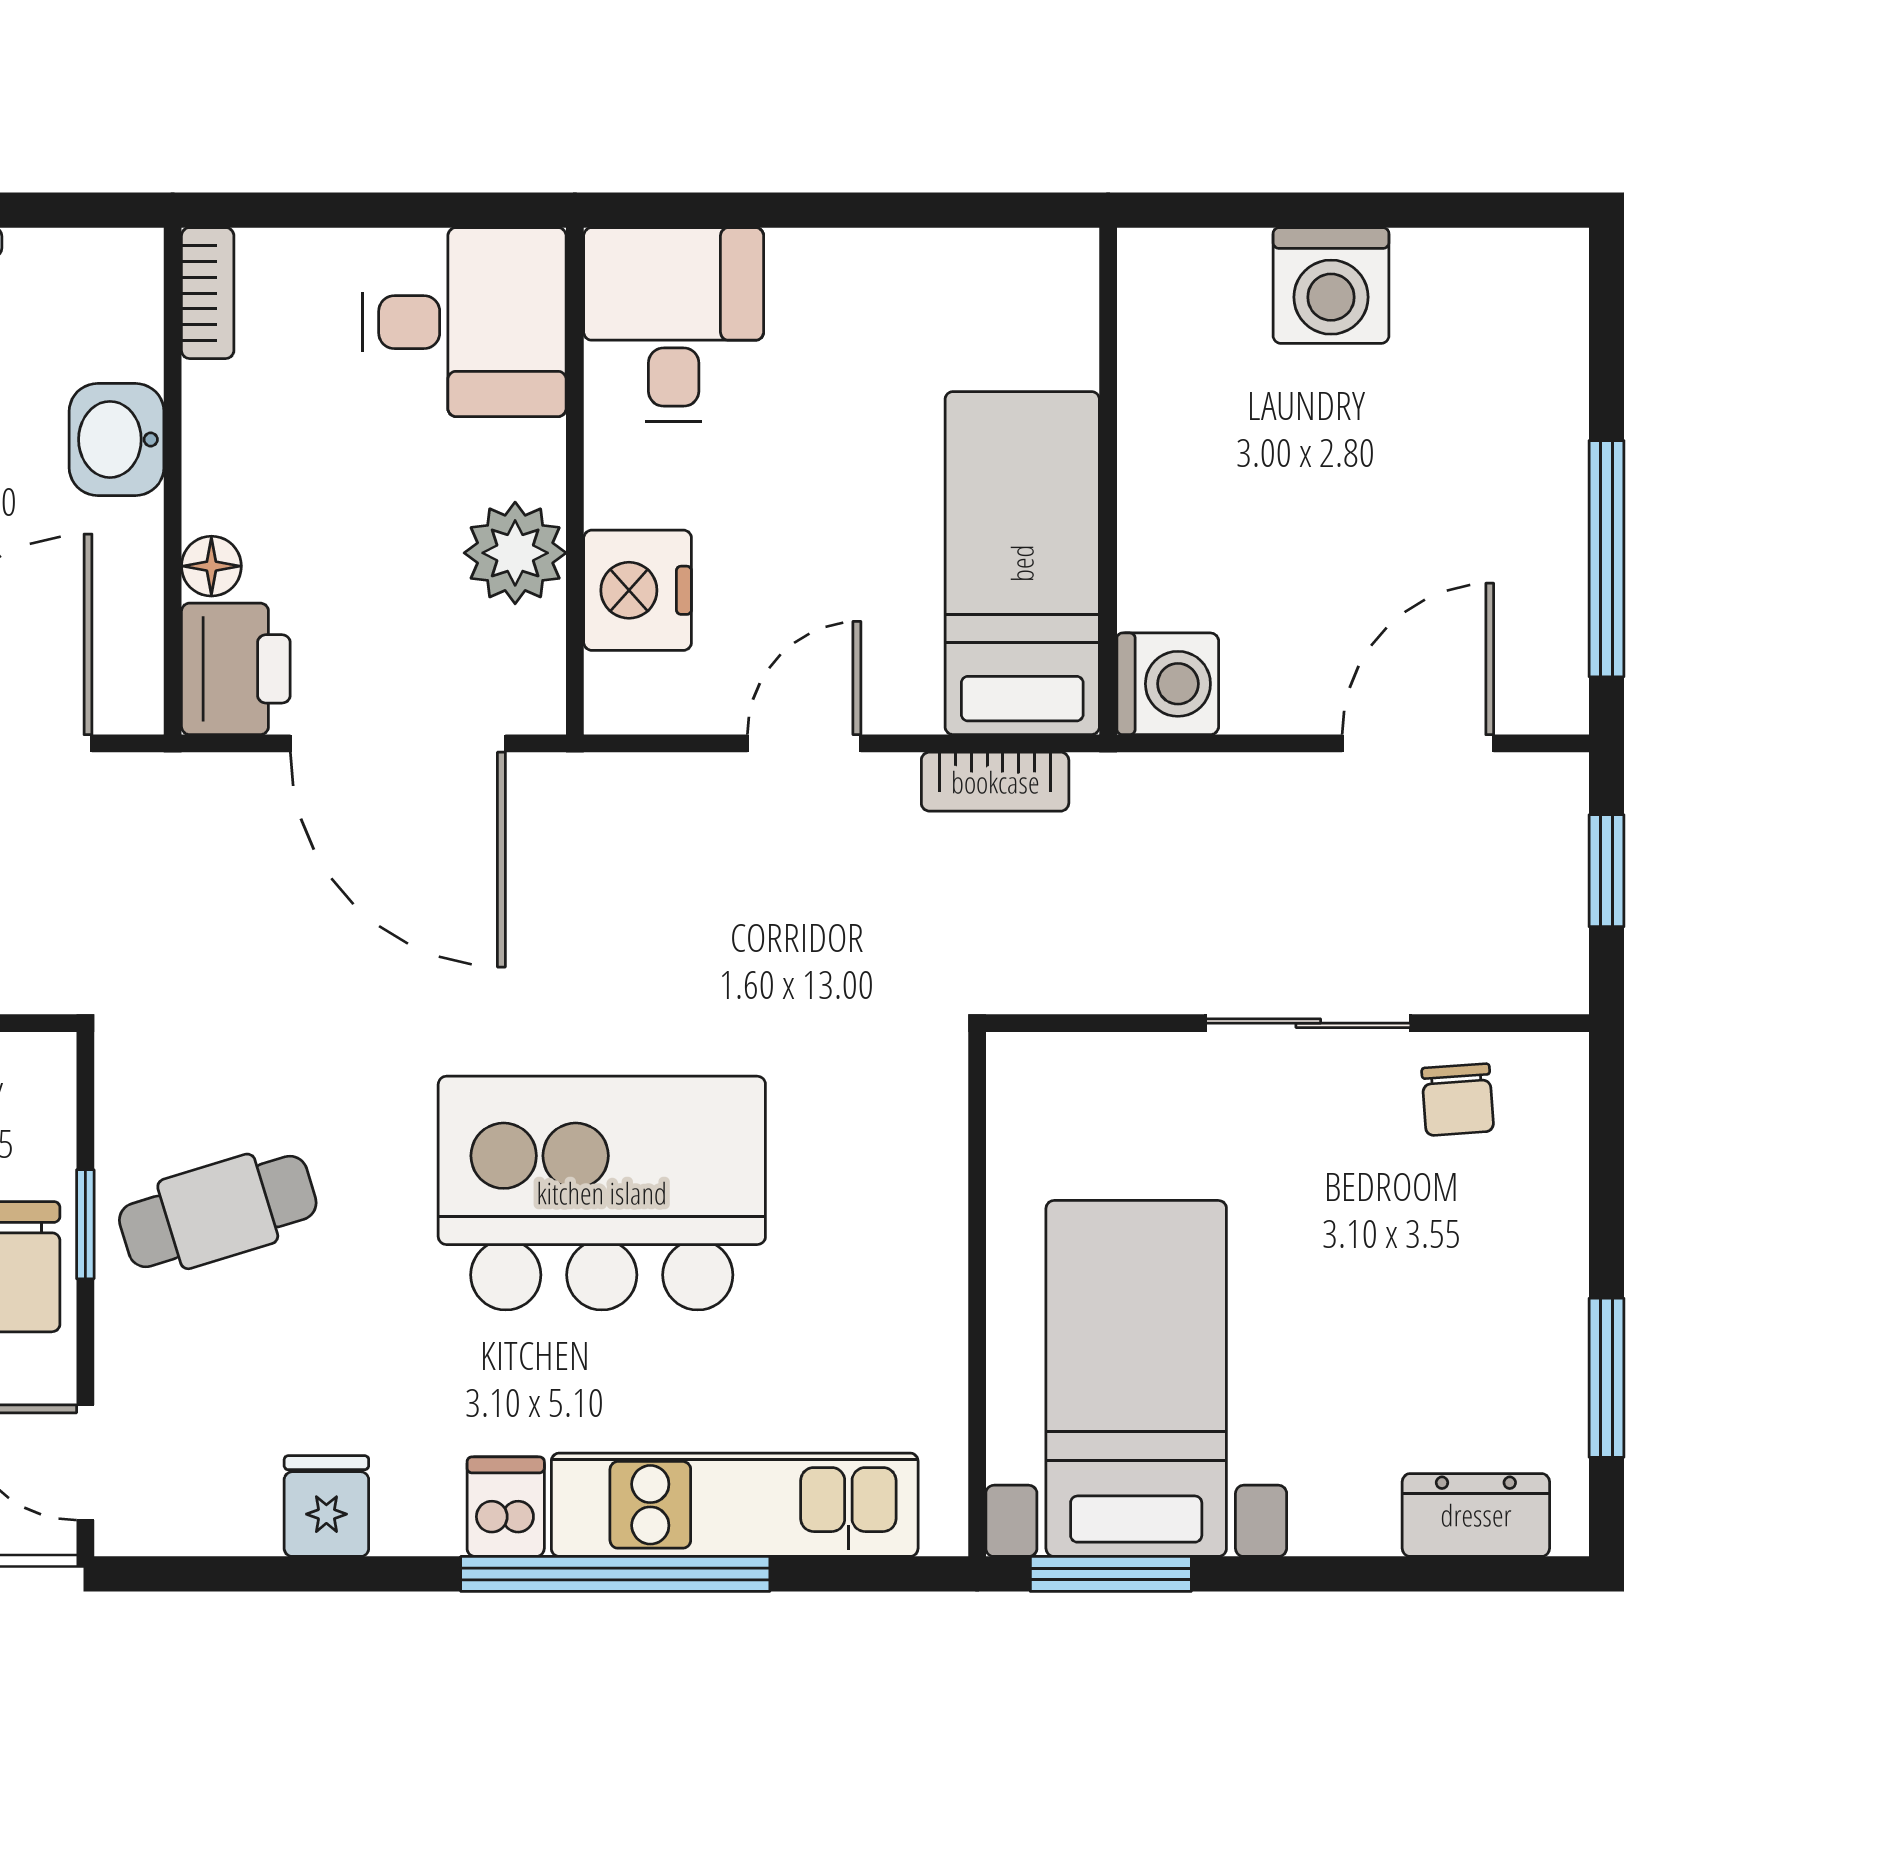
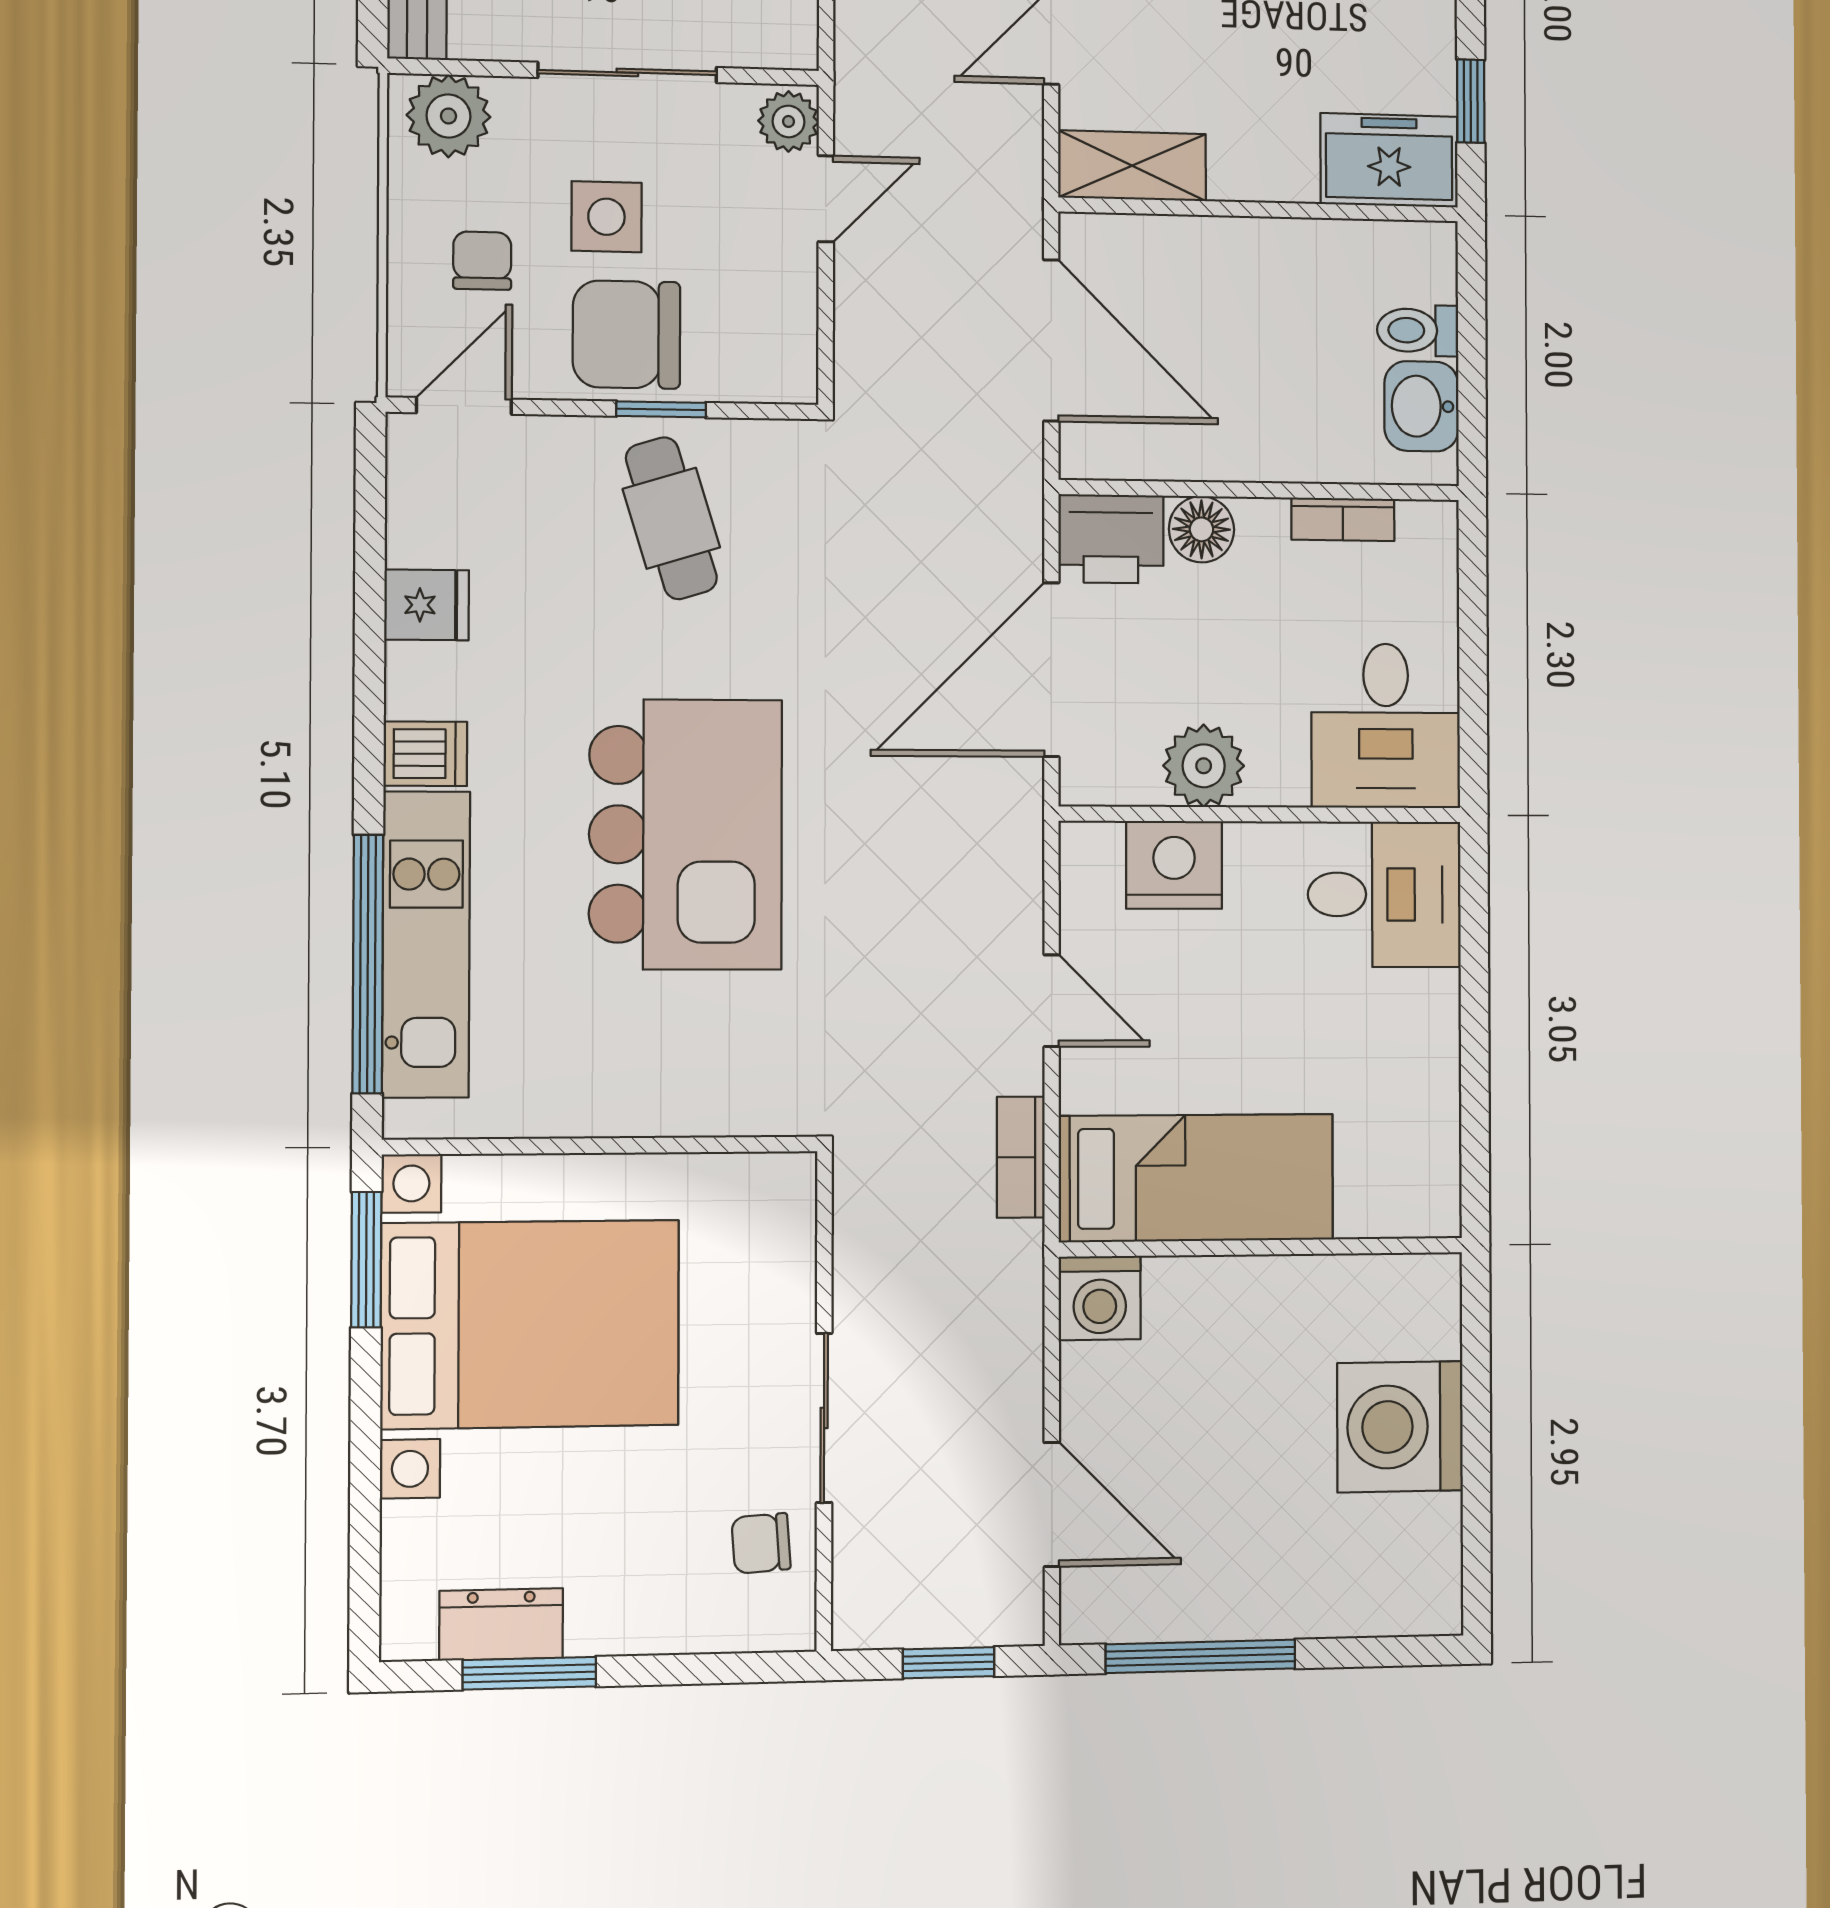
washing machine: (1331, 286) -> (1400, 1427), width x1.37, depth x1.37
bookcase: (208, 293) -> (1343, 519), moved
washbasin: (117, 439) -> (1421, 406), moved, turned -90
floor lamp: (211, 566) -> (1201, 529), width x1.37, depth x1.37
bed with nightstands: (1136, 1378) -> (530, 1324), width x1.36
dresser: (1476, 1515) -> (501, 1624), moved, turned -90
window: (615, 1574) -> (368, 964), moved

